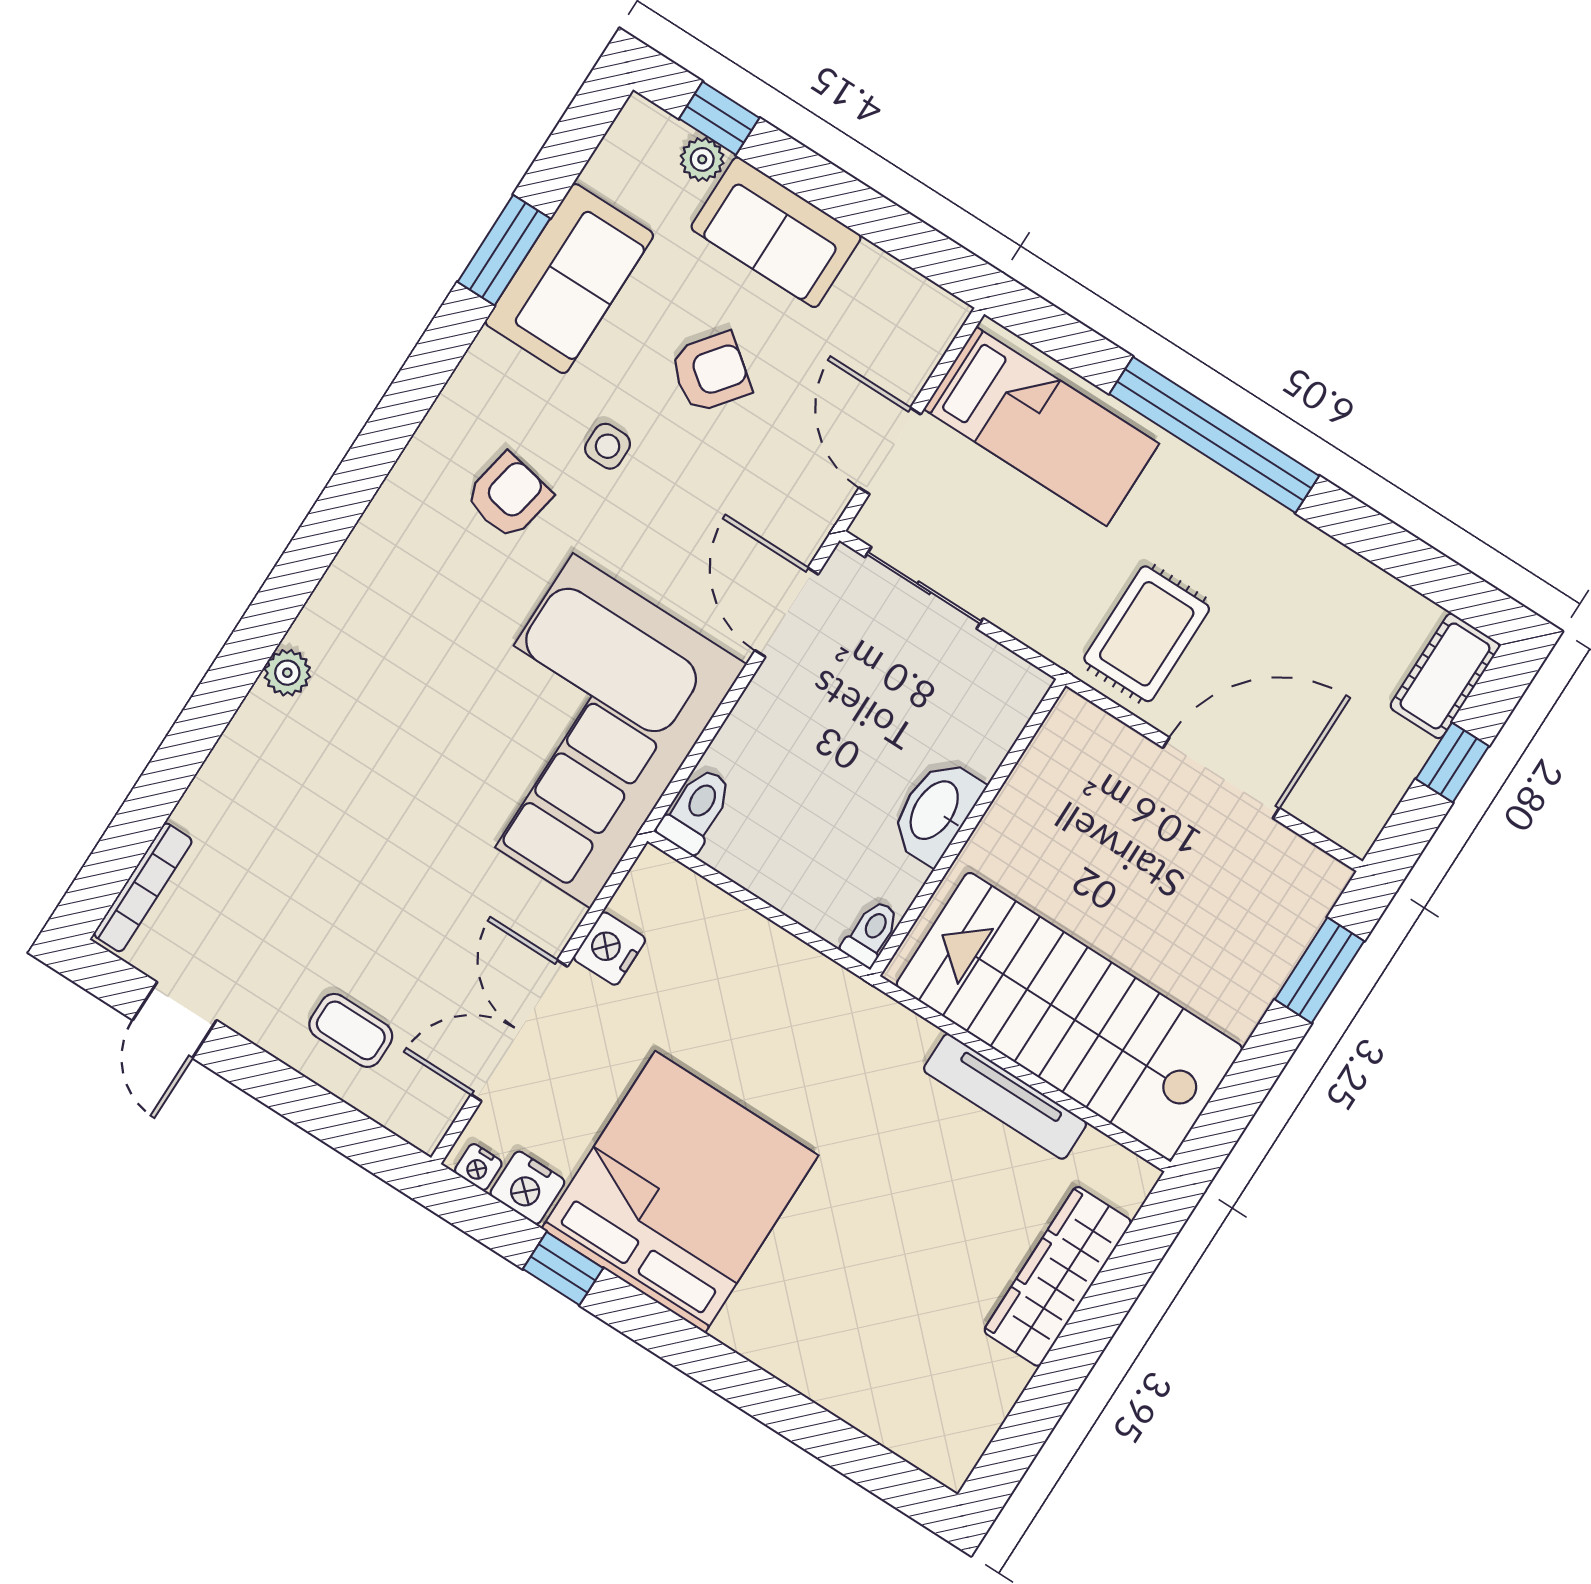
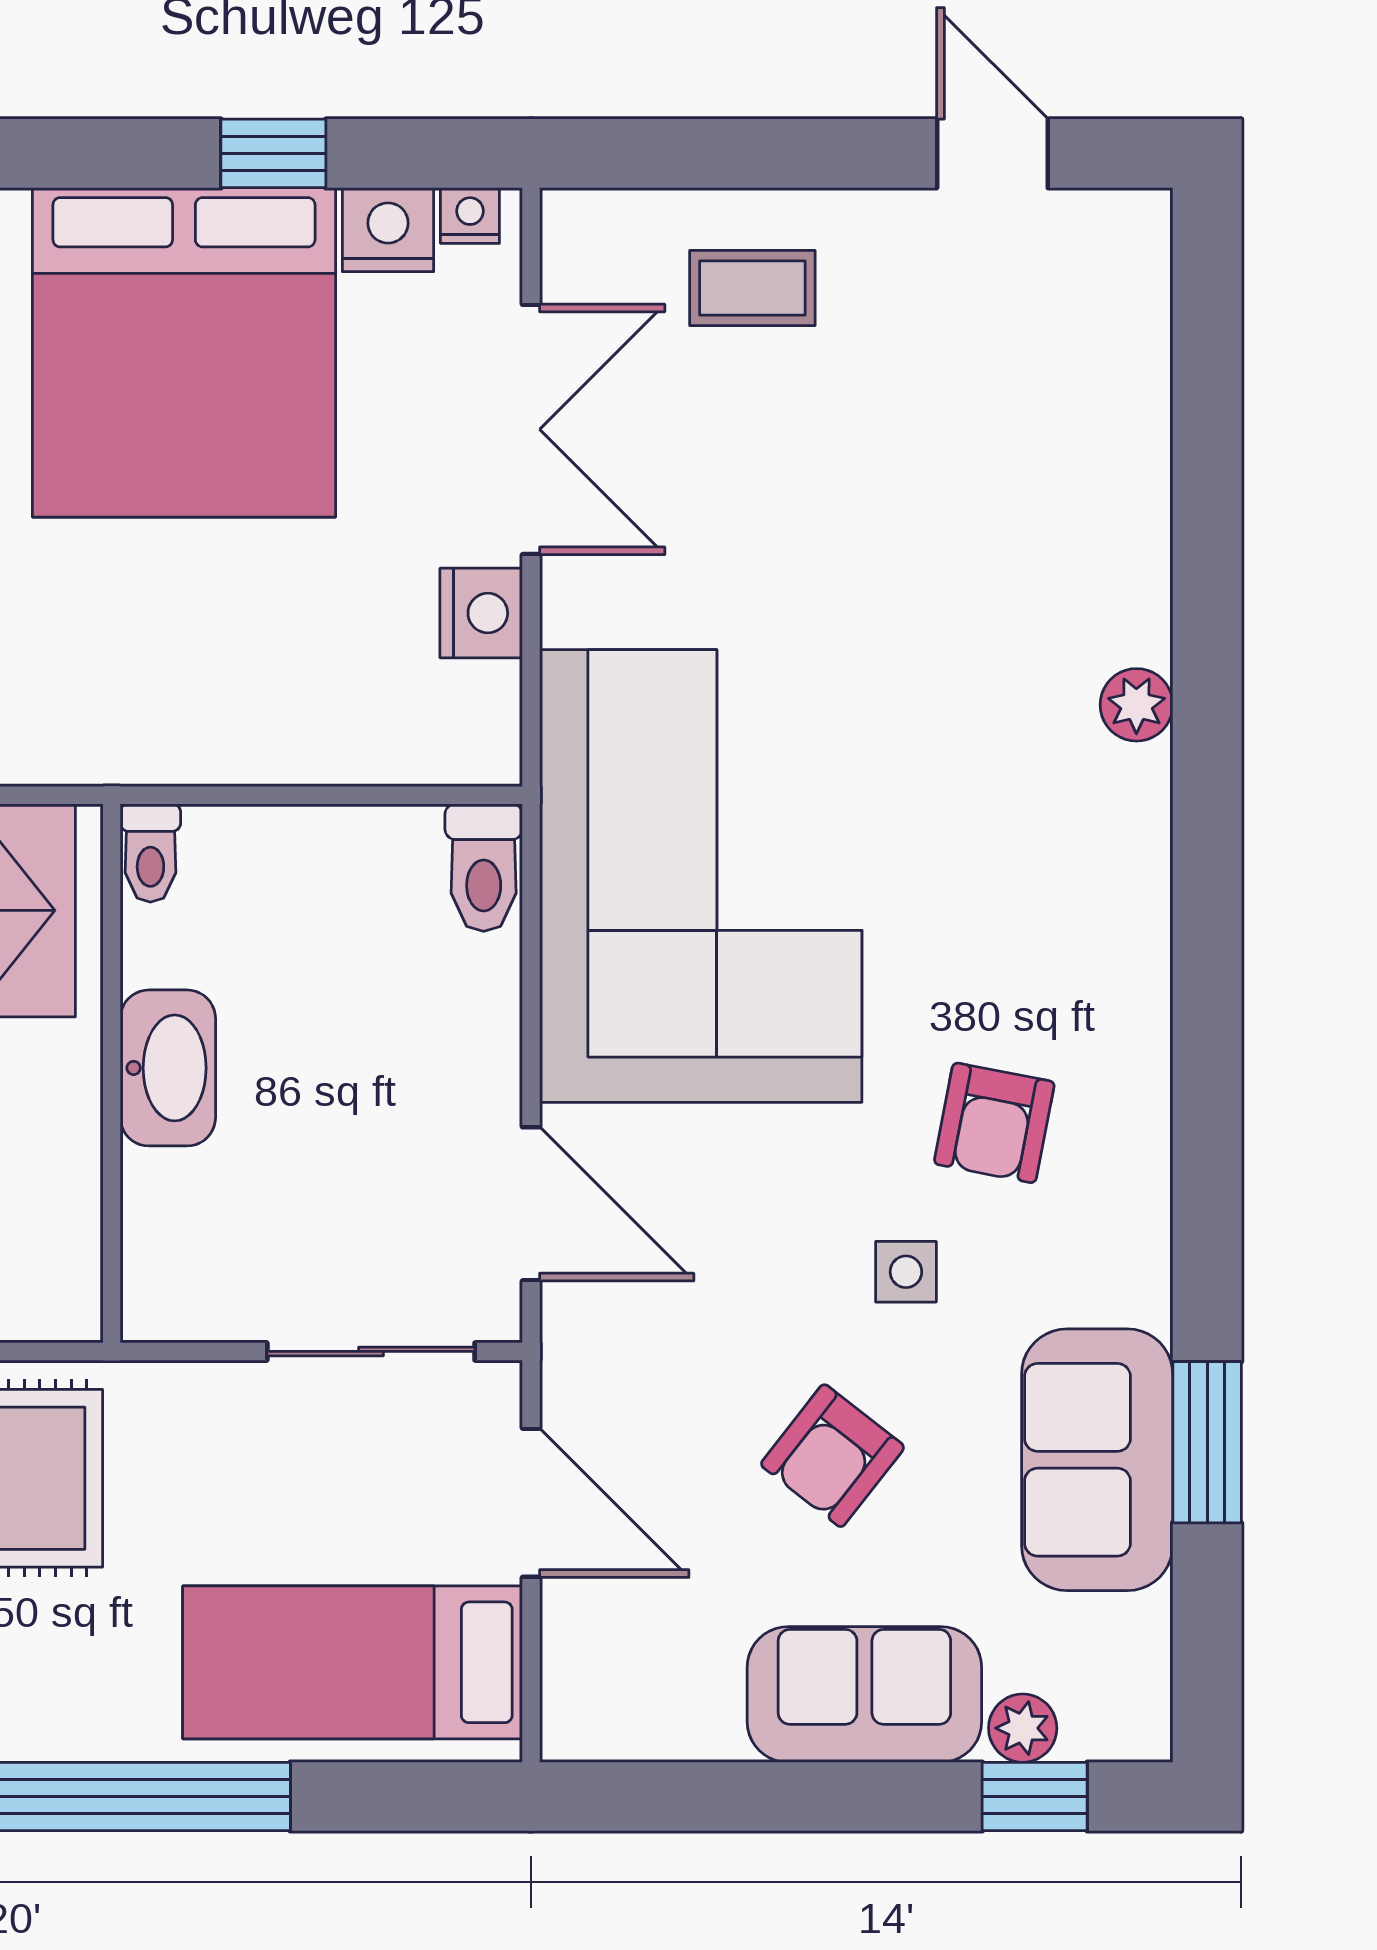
bookcase: (143, 887) -> (1146, 301), removed

